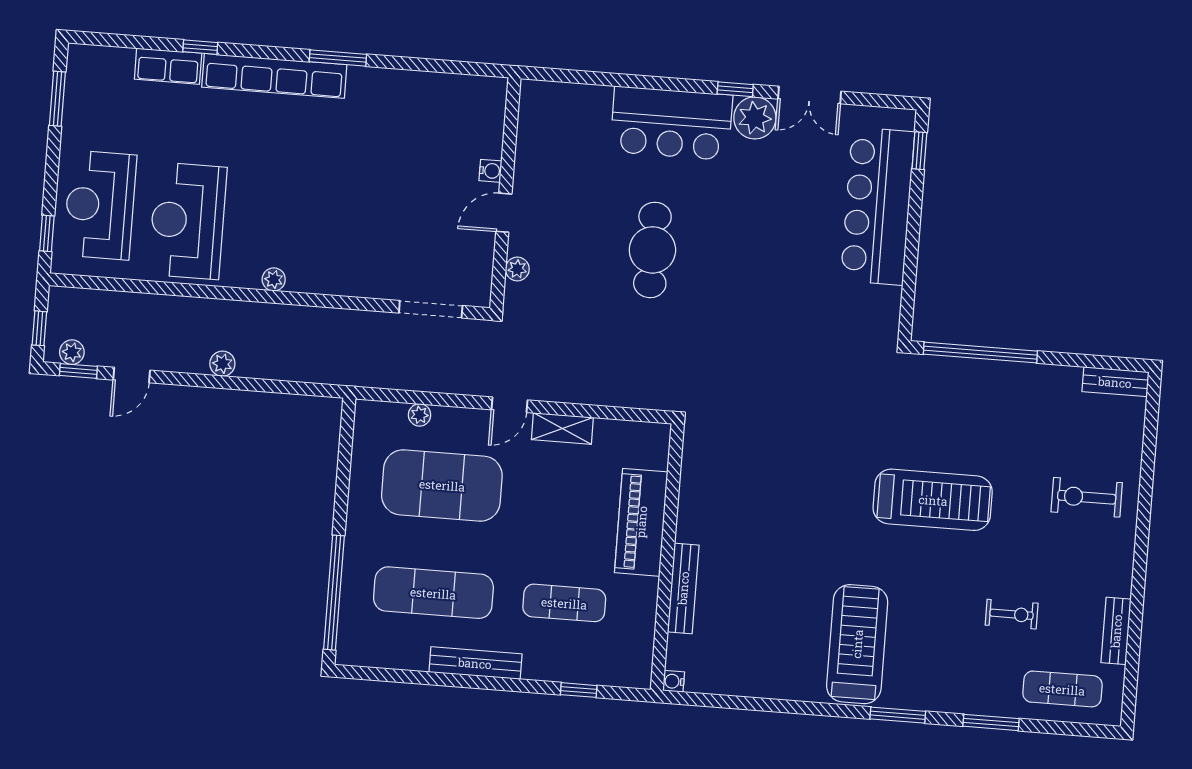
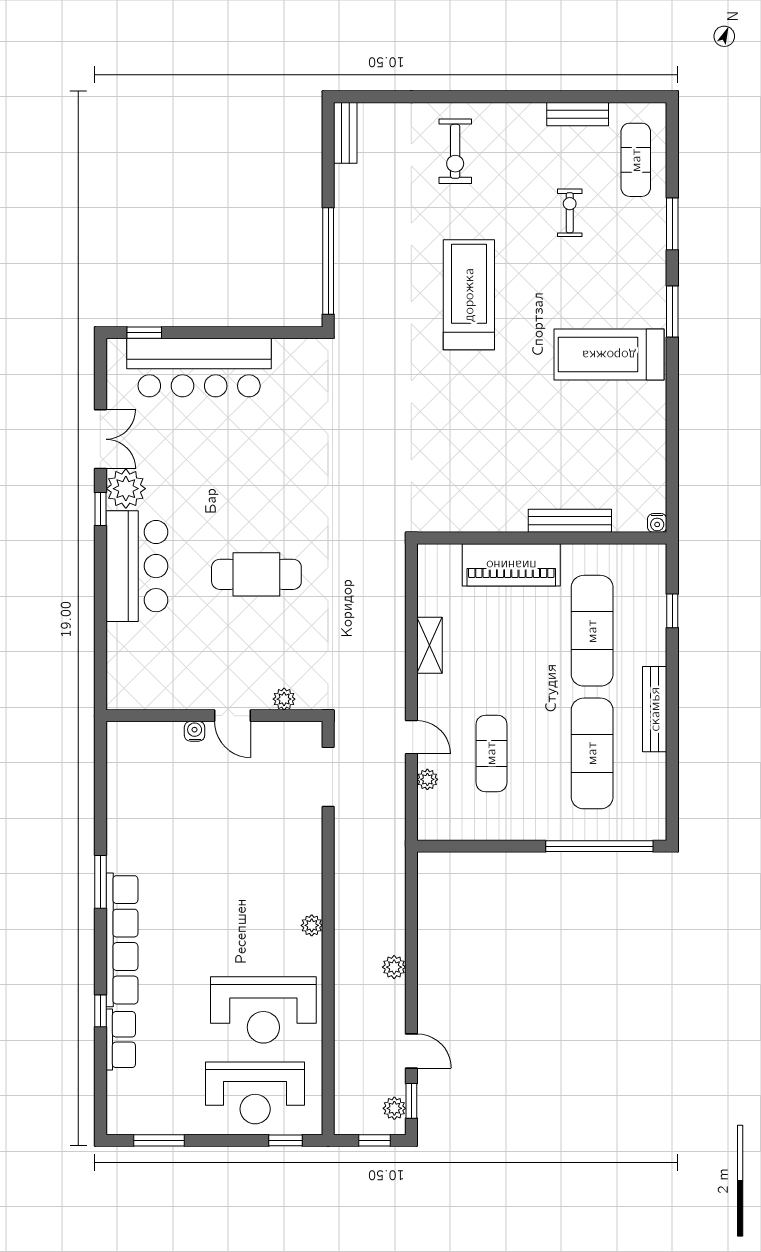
door: (509, 405) -> (411, 737), moved
exercise mat: (442, 485) -> (491, 753), width x0.50, depth x0.69
exercise mat: (564, 603) -> (592, 631), width x1.36, depth x1.45

